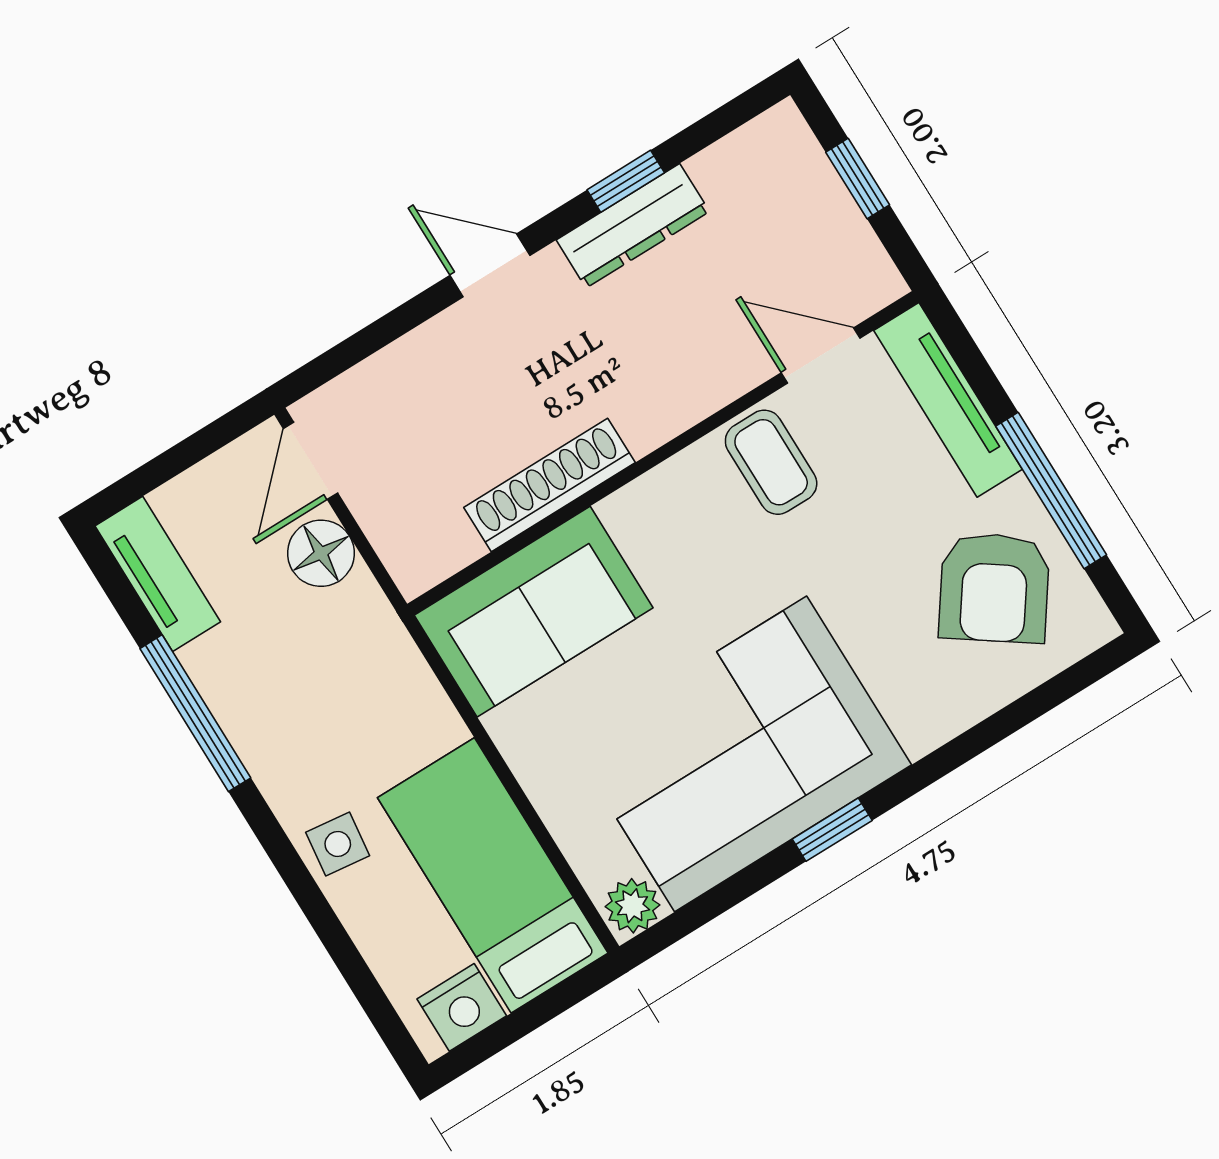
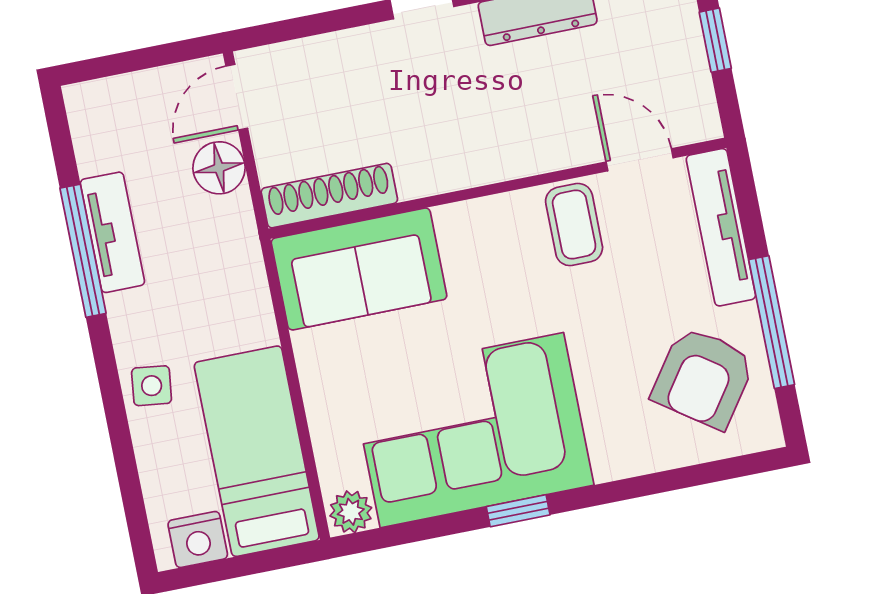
shoe rack: (549, 485) -> (329, 196), moved
tv unit: (158, 574) -> (112, 232), moved

